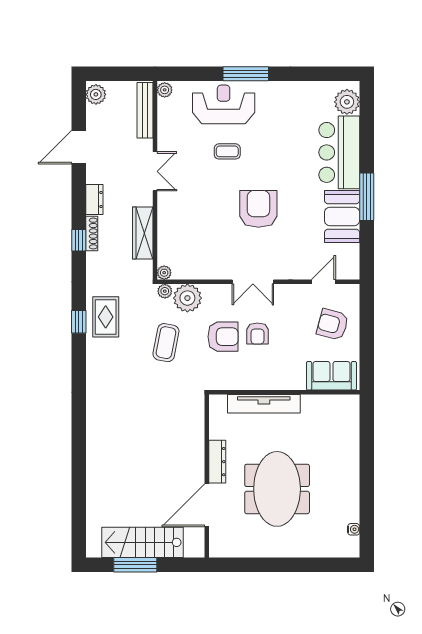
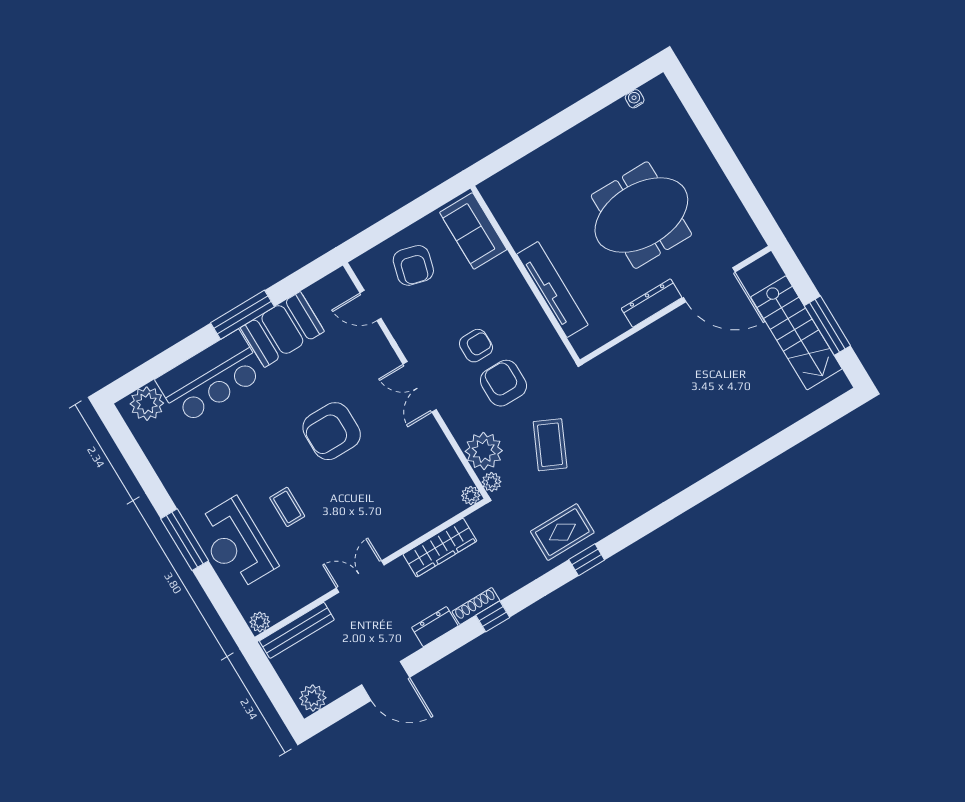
double door: (253, 282) -> (420, 387), swing flipped
coffee table: (166, 343) -> (550, 445), turned -76

